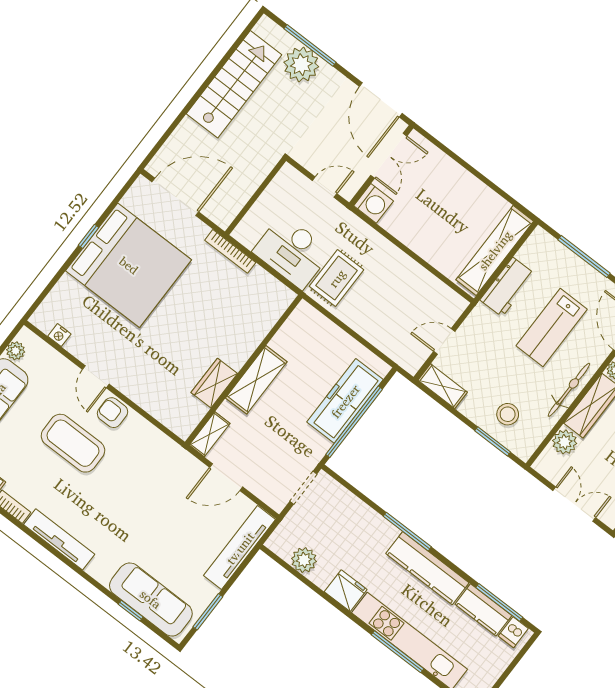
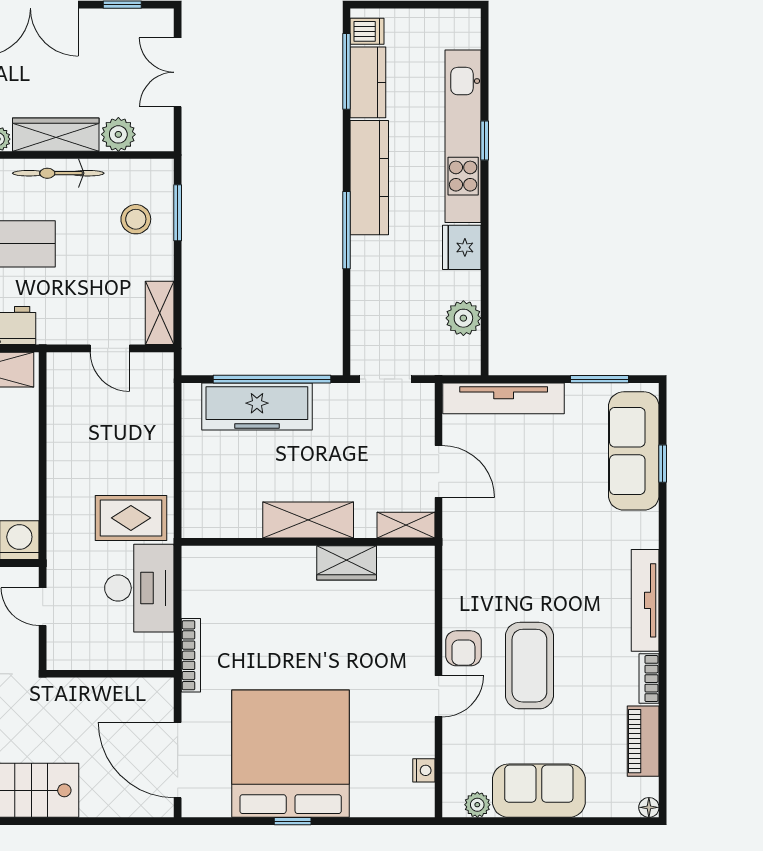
window: (398, 652) -> (485, 140), width x0.46

